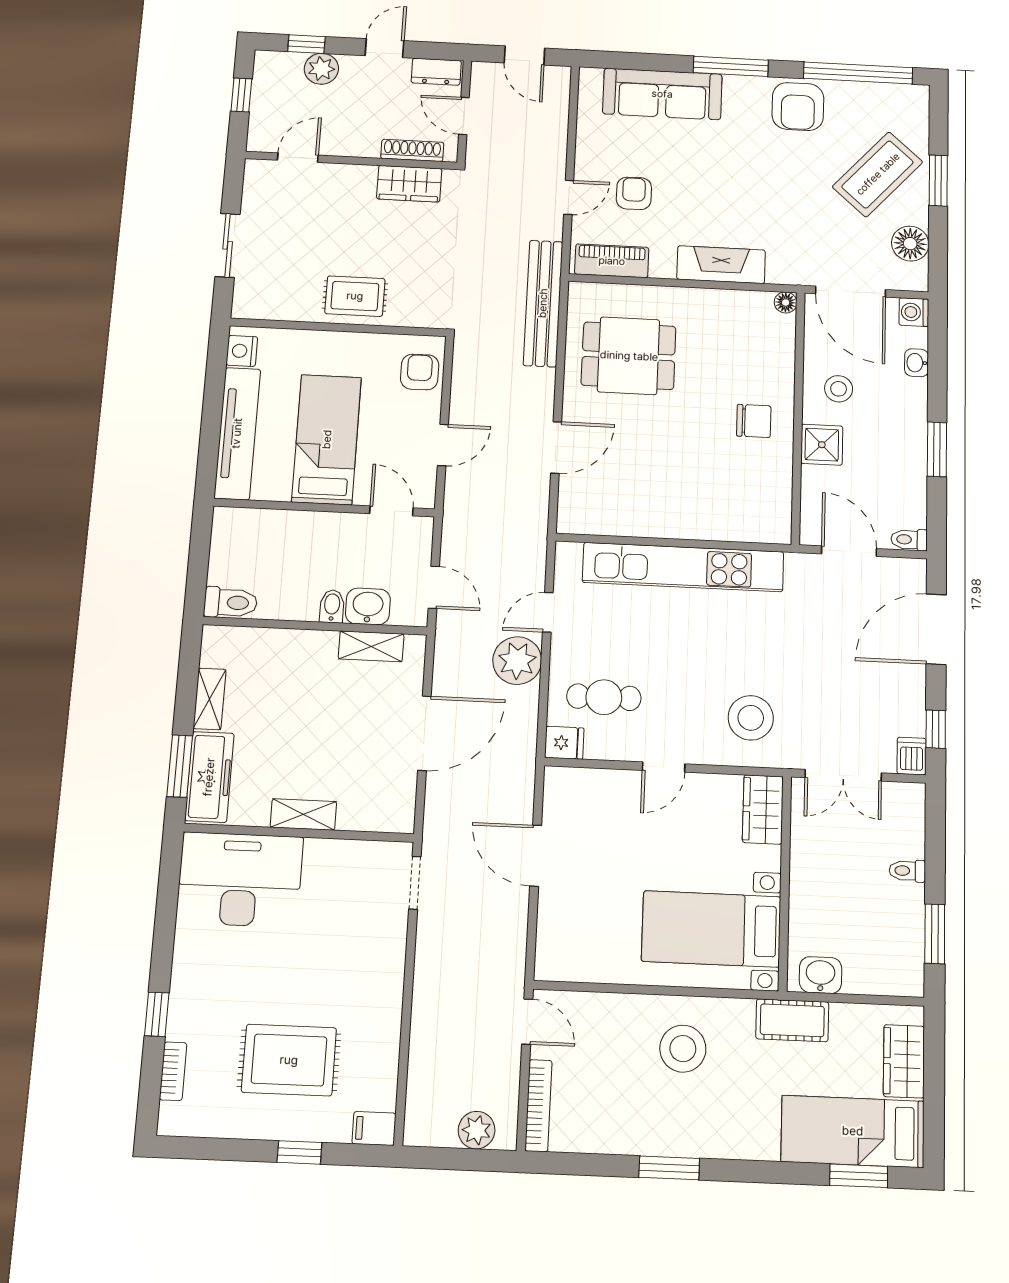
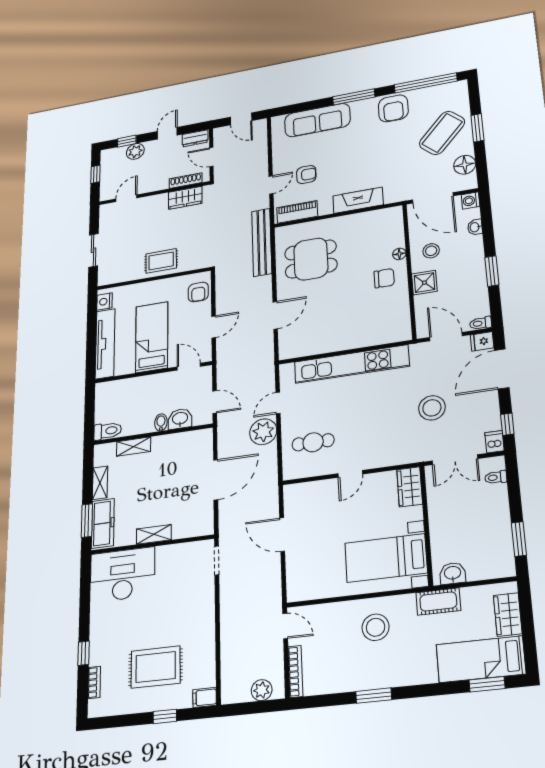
armchair: (634, 193) -> (306, 175), turned 90
floor lamp: (786, 302) -> (399, 254), moved
armchair: (420, 372) -> (198, 292), turned 180
shelving: (371, 646) -> (134, 447), moved
stool: (751, 718) -> (432, 408), moved
fridge: (564, 743) -> (482, 341), moved, turned 180
toilet: (907, 871) -> (496, 477), moved

